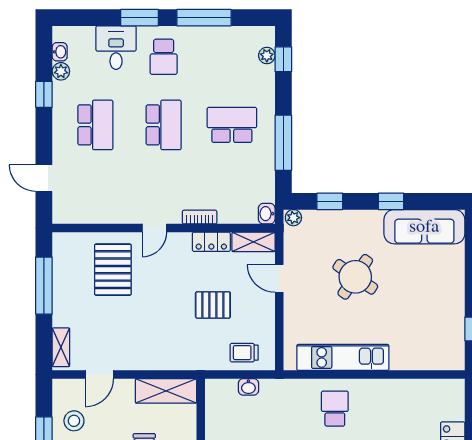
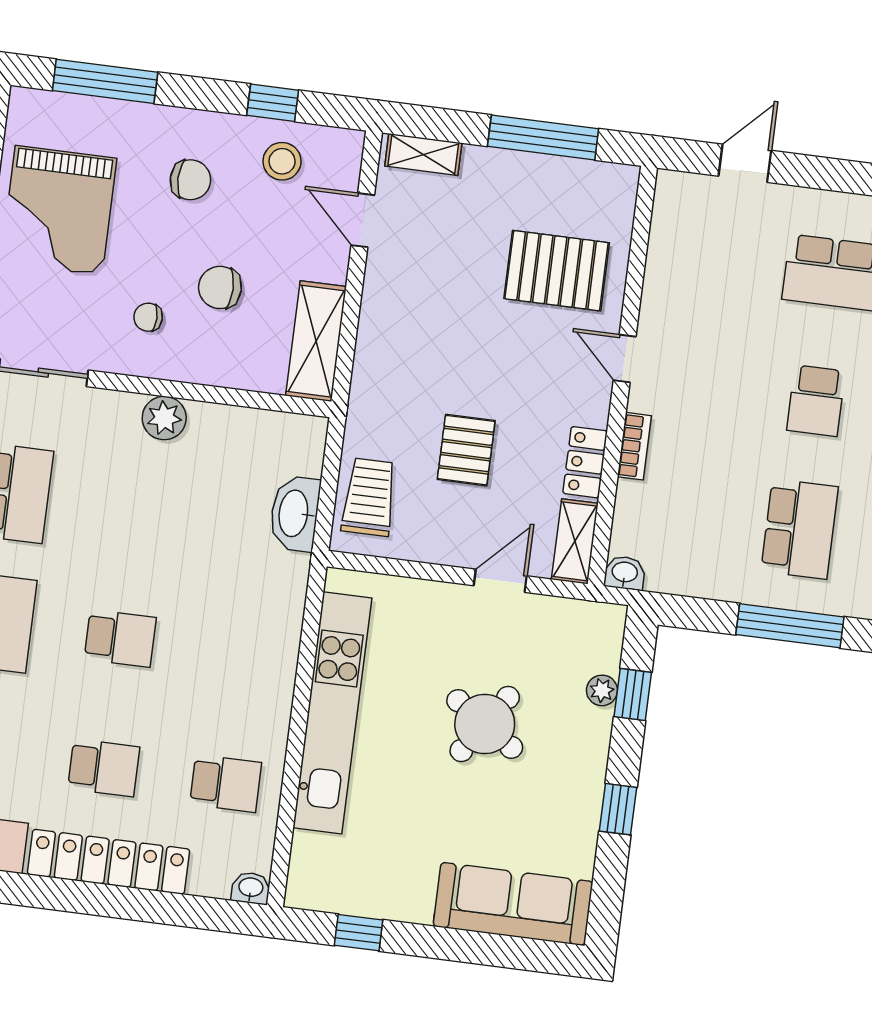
school desk: (164, 125) -> (816, 401), width x0.54
window: (283, 143) -> (790, 626), moved
plant: (293, 218) -> (602, 690), moved
sofa: (424, 227) -> (513, 904), moved, turned 90
trolley: (244, 353) -> (369, 497), width x1.36, depth x1.39
kitchen unit: (343, 357) -> (332, 713), width x1.36
washbasin: (248, 387) -> (295, 514), width x1.91, depth x1.45
washbasin: (457, 388) -> (251, 888), added
school desk: (335, 409) -> (226, 783), moved

